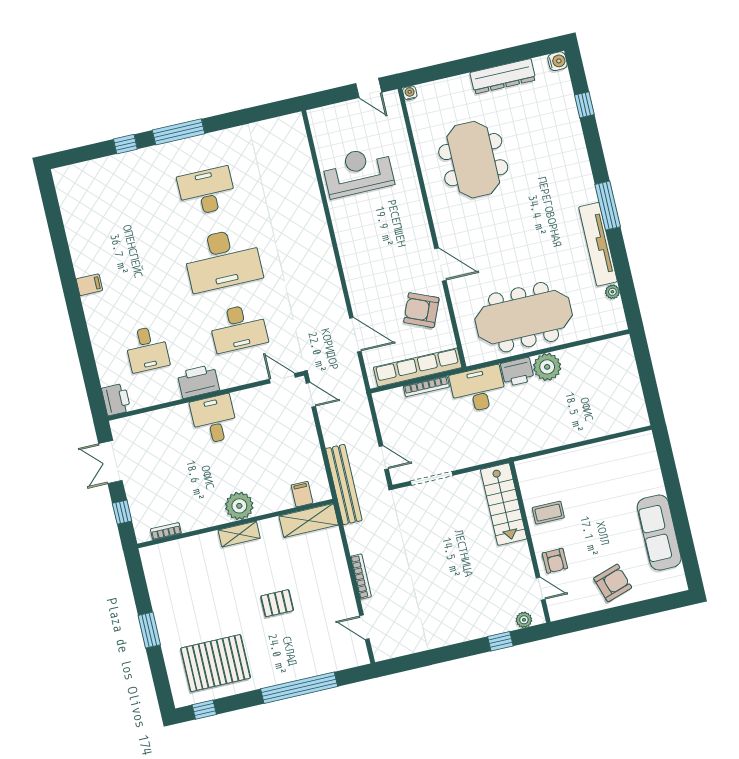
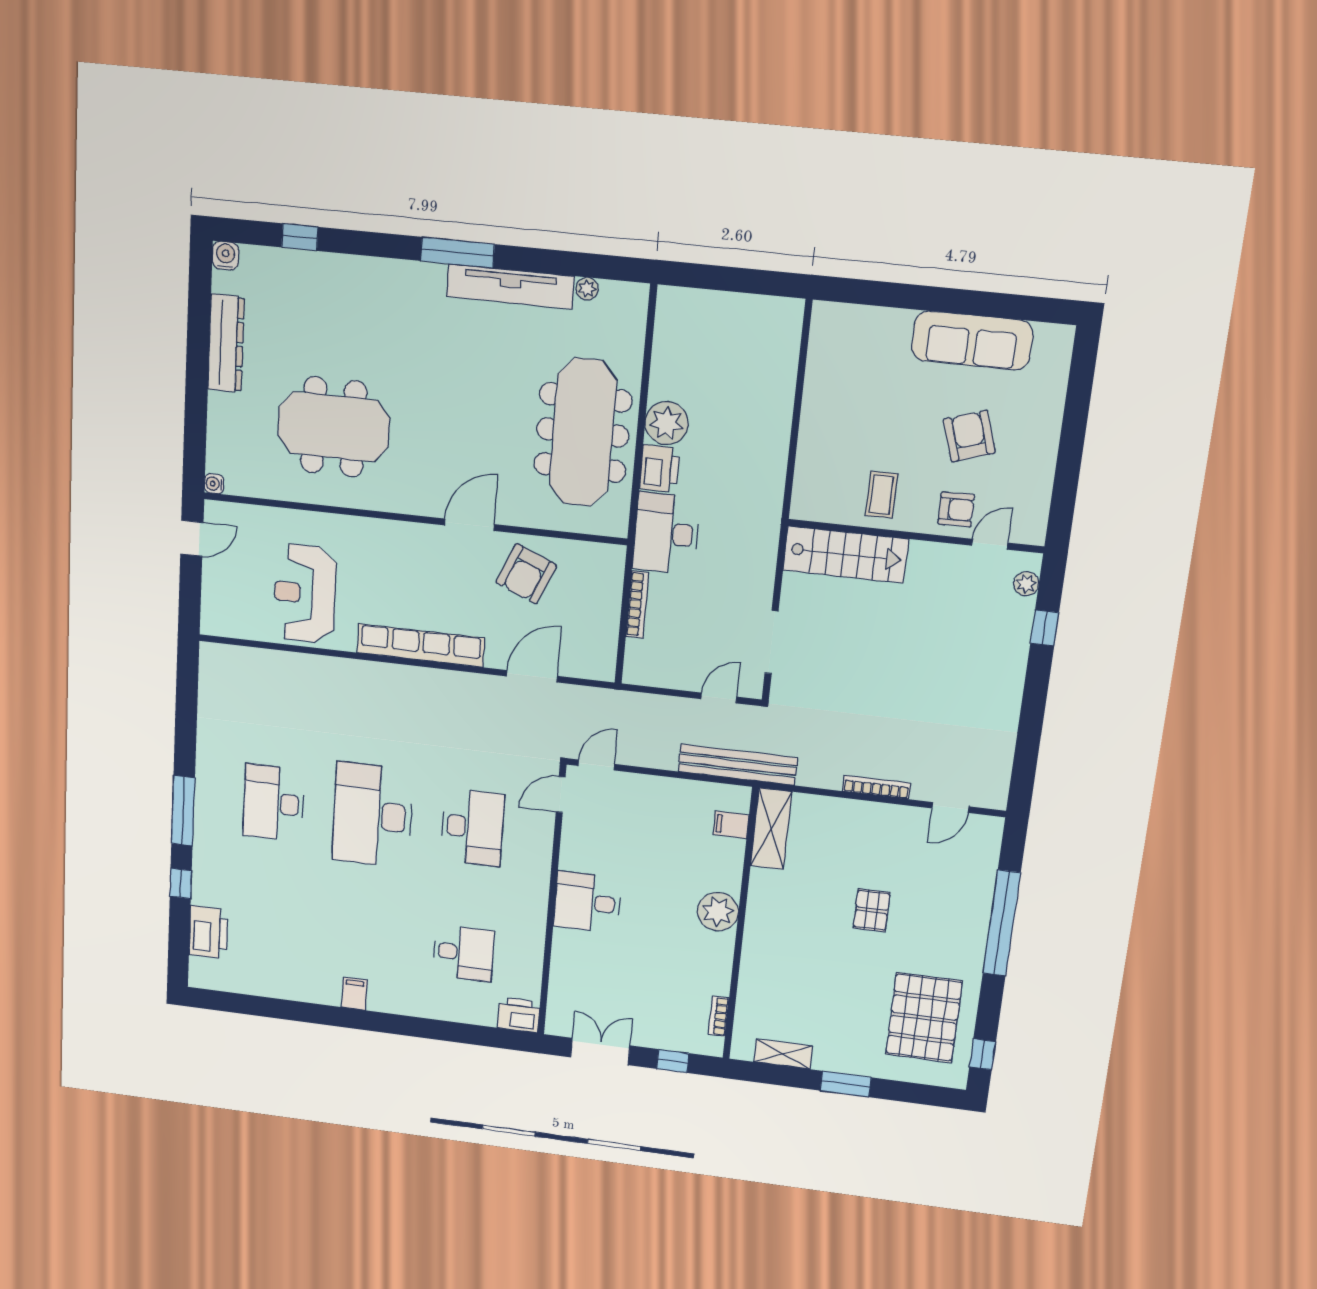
desk: (222, 260) -> (373, 815), turned 180
row of seats: (418, 367) -> (421, 645), moved, turned 90
printer: (198, 381) -> (208, 932), moved, turned 180
double door: (110, 462) -> (600, 1051), swing flipped
shelving: (239, 534) -> (783, 1054), moved, turned 90
armchair: (613, 583) -> (969, 436), moved

